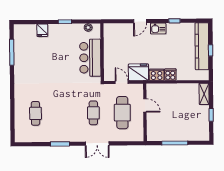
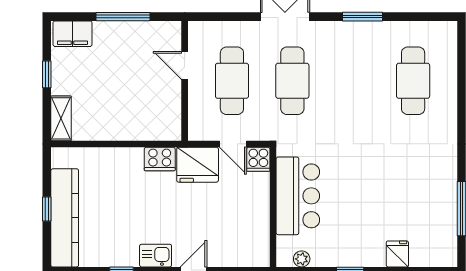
cooker: (170, 75) -> (258, 159), moved
door: (145, 105) -> (185, 65), moved
cafe table: (35, 113) -> (413, 81), width x1.37, depth x1.35
cafe table: (93, 113) -> (292, 81), width x1.37, depth x1.35
filing cabinet: (199, 135) -> (72, 34), added

